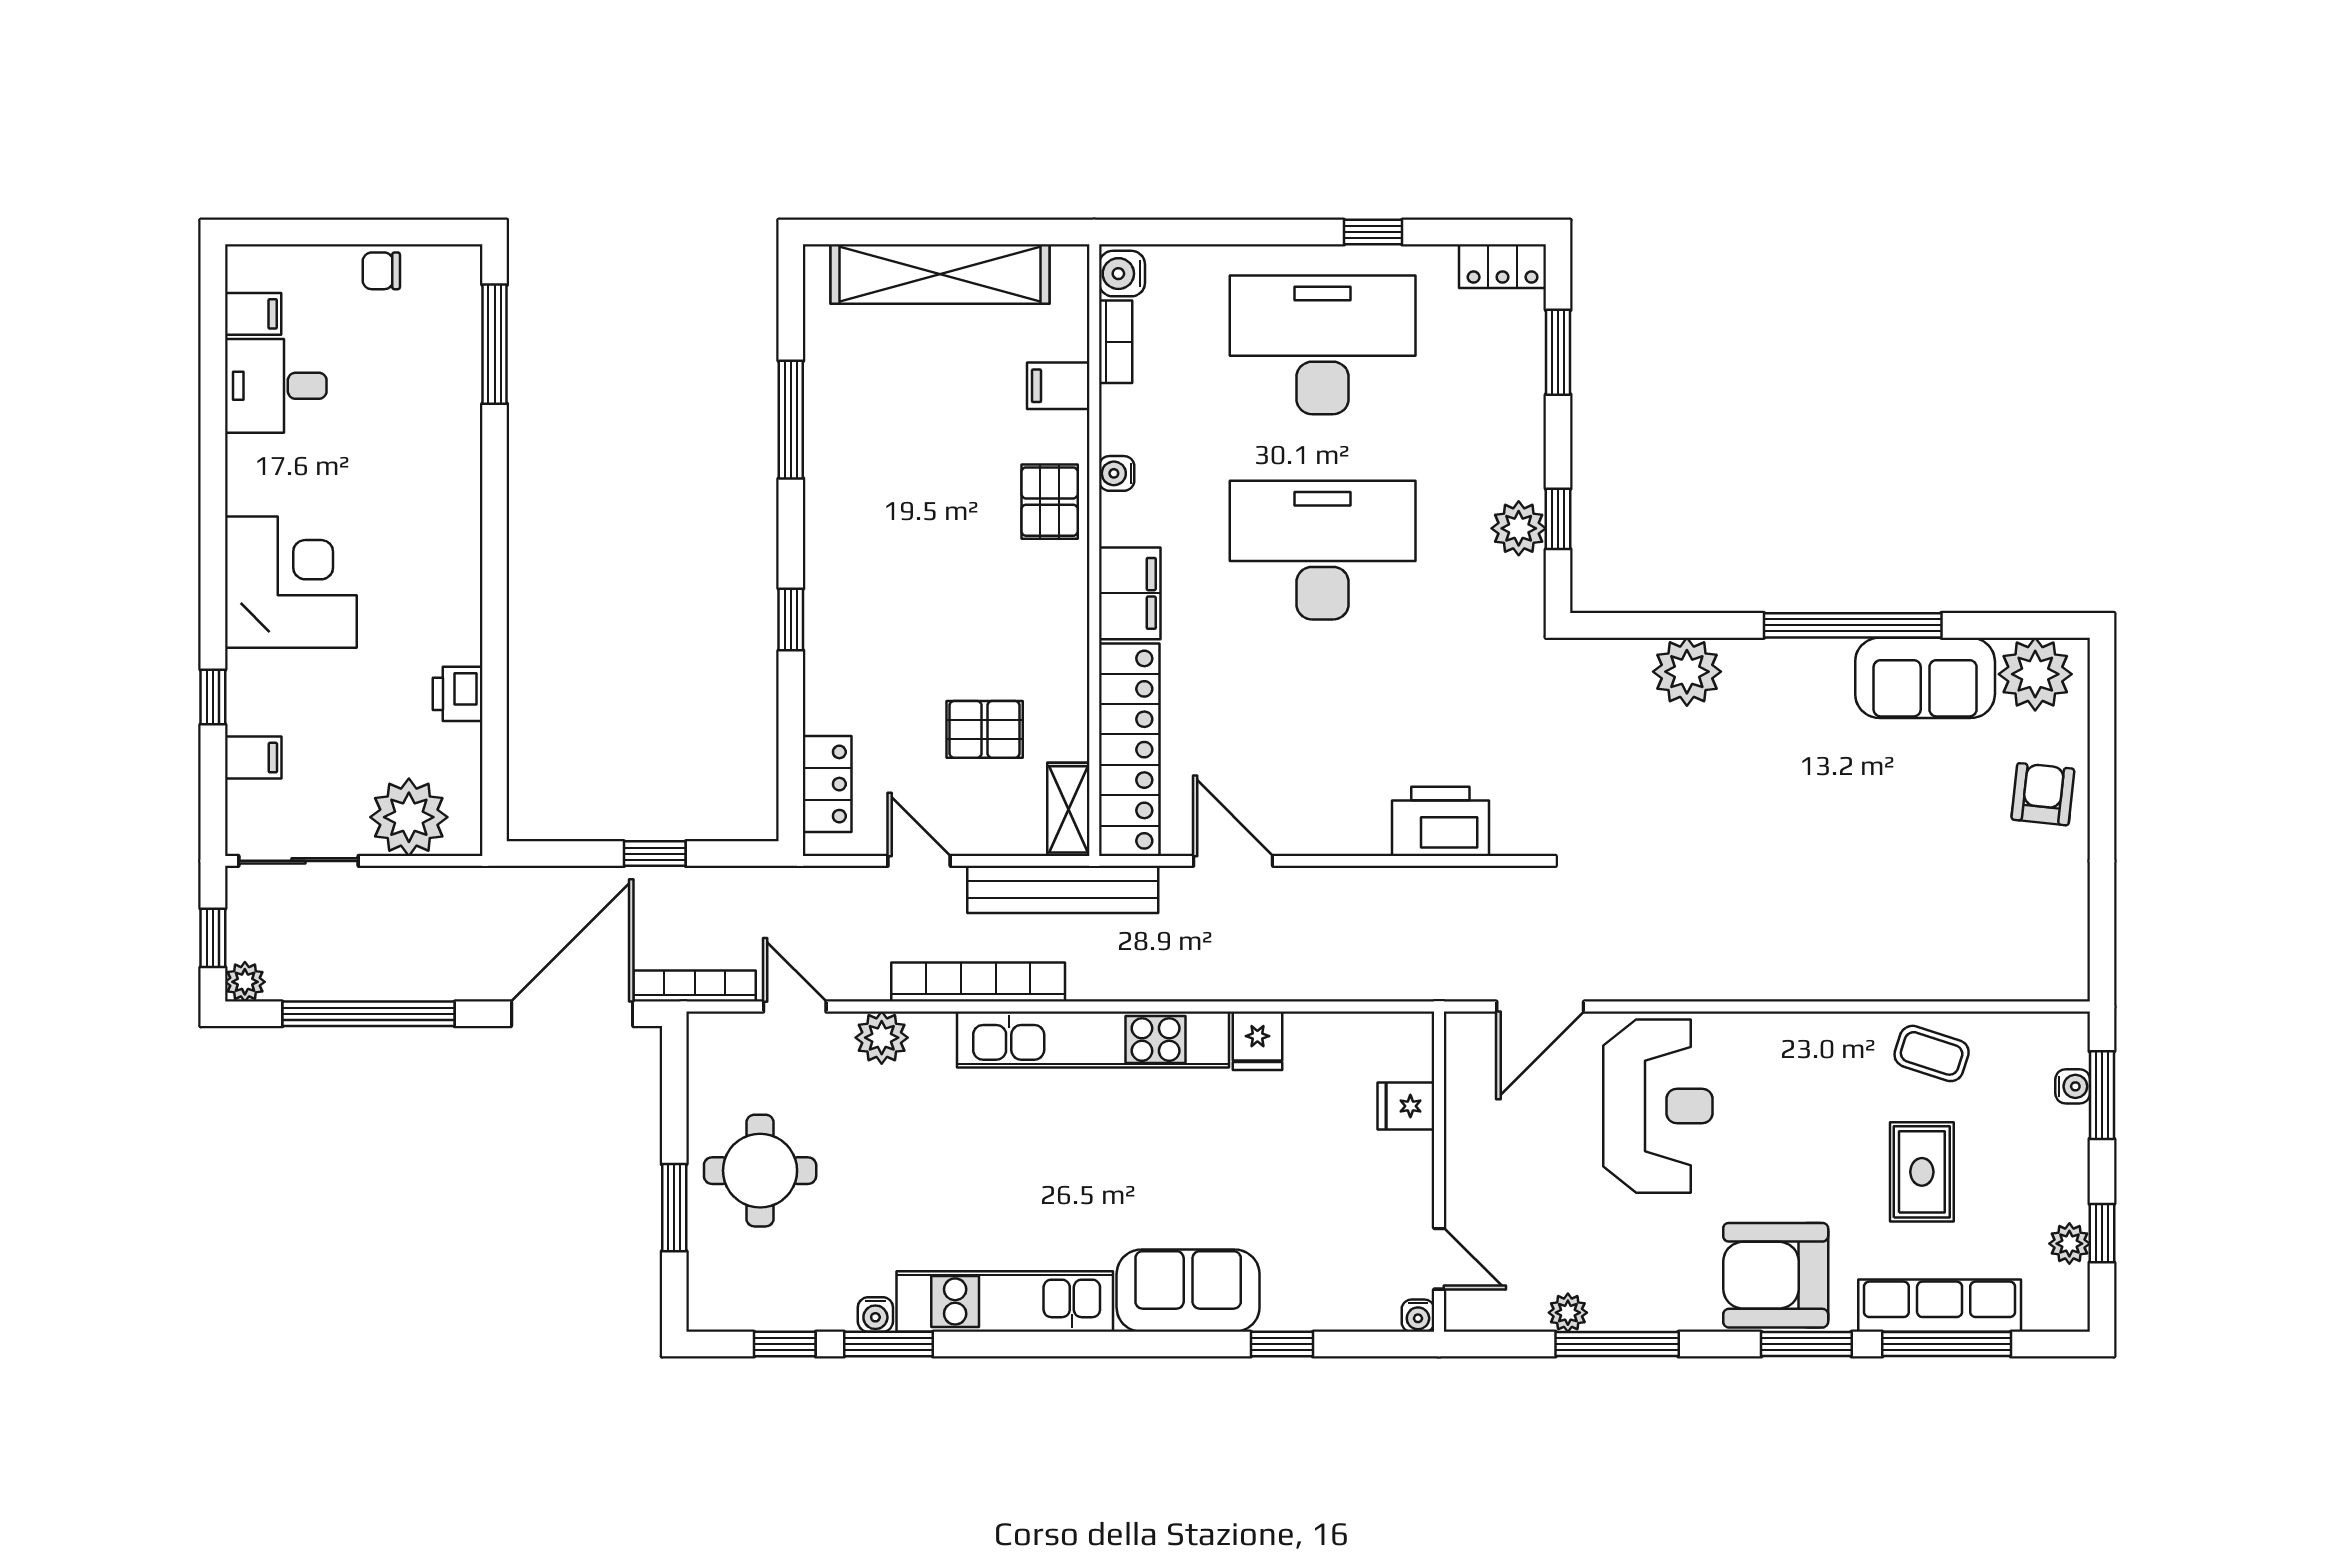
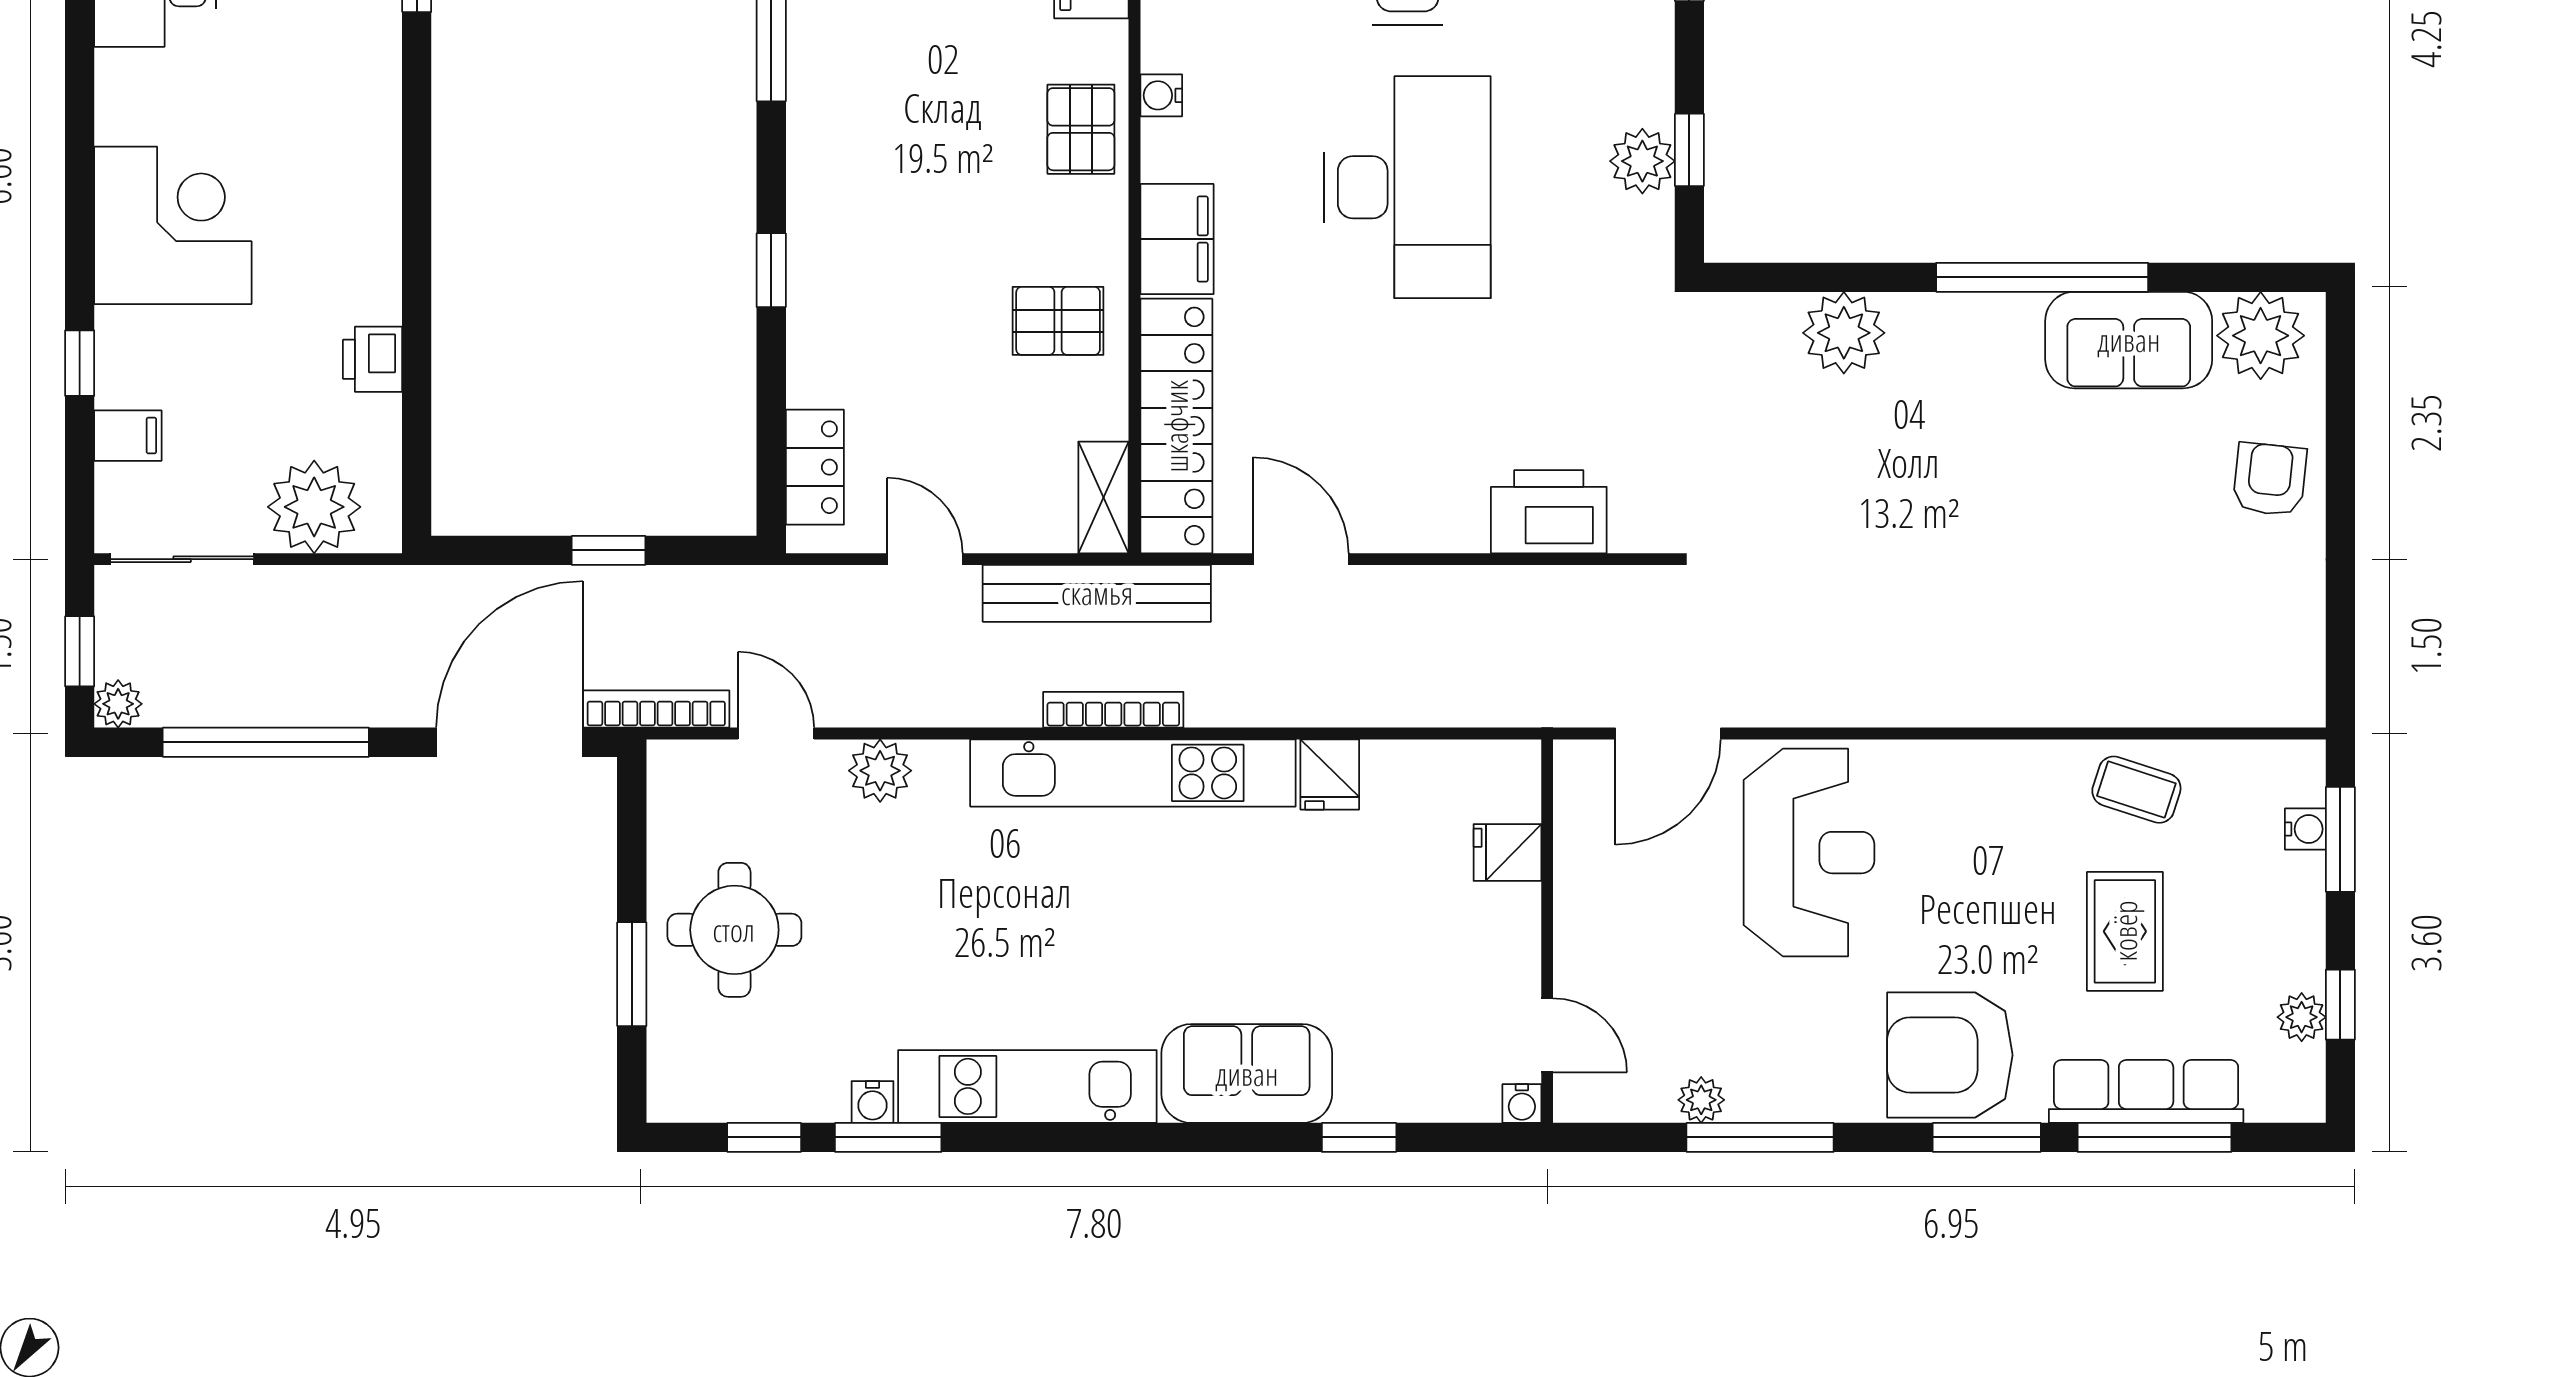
desk: (1323, 550) -> (1408, 187), turned 90
pallet: (985, 729) -> (1058, 321), moved
bookcase: (978, 982) -> (1113, 710), moved, width x0.68, depth x0.76

